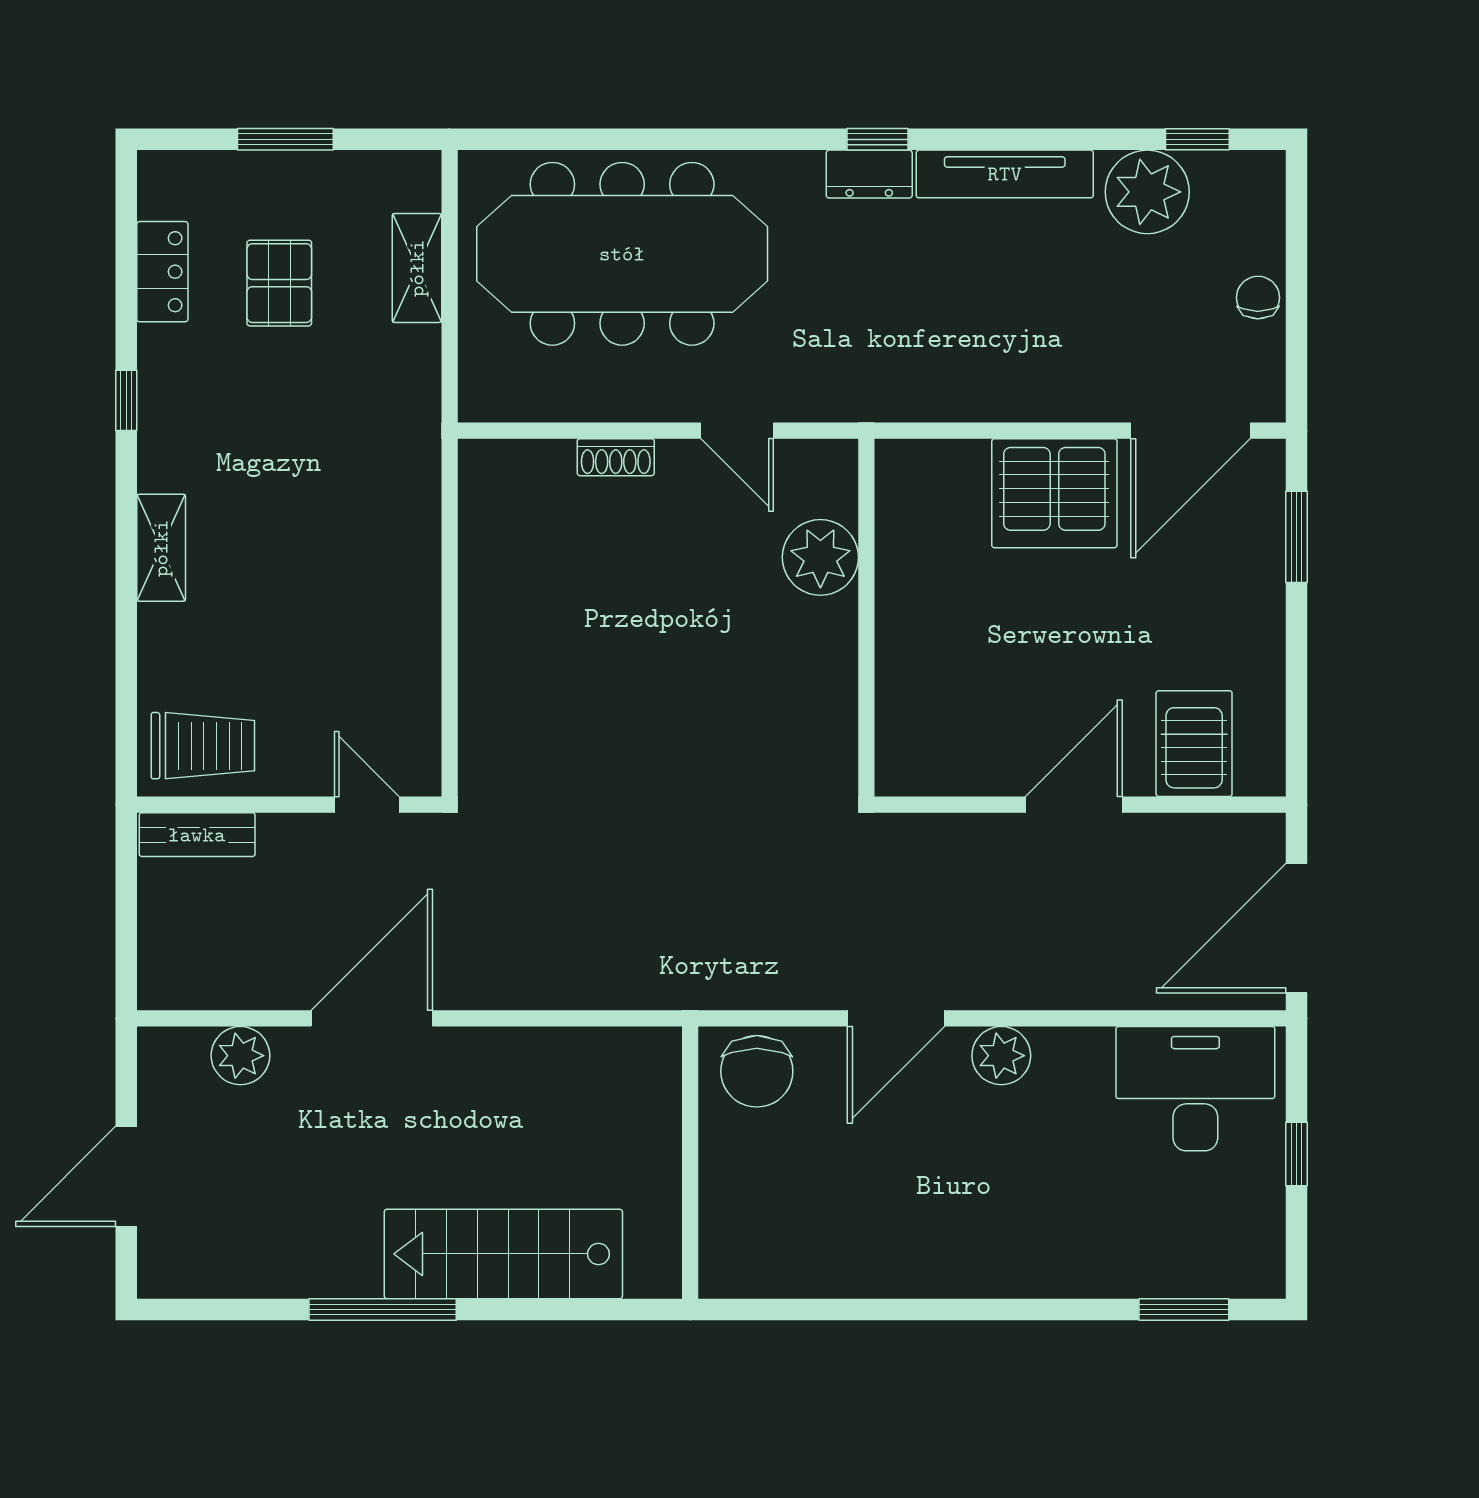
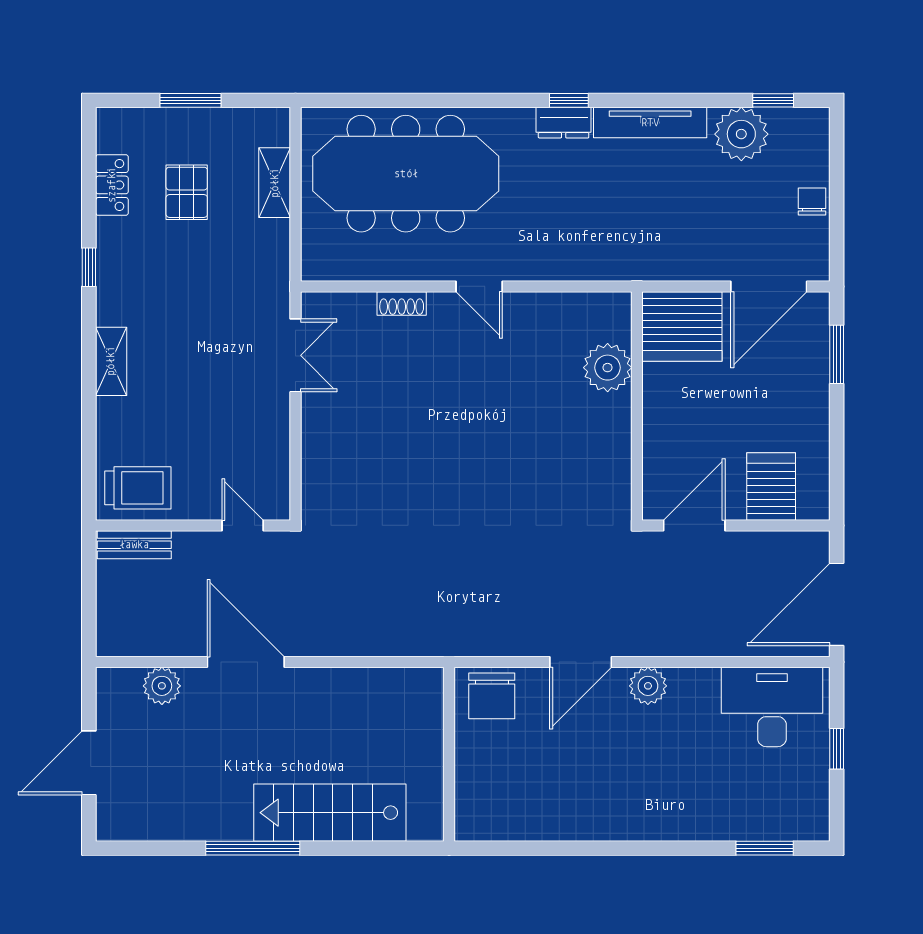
double door: (450, 538) -> (295, 355), added
plant: (820, 557) -> (608, 368), moved
wall: (866, 618) -> (637, 406), moved
door: (372, 1018) -> (246, 662), hinge flipped

